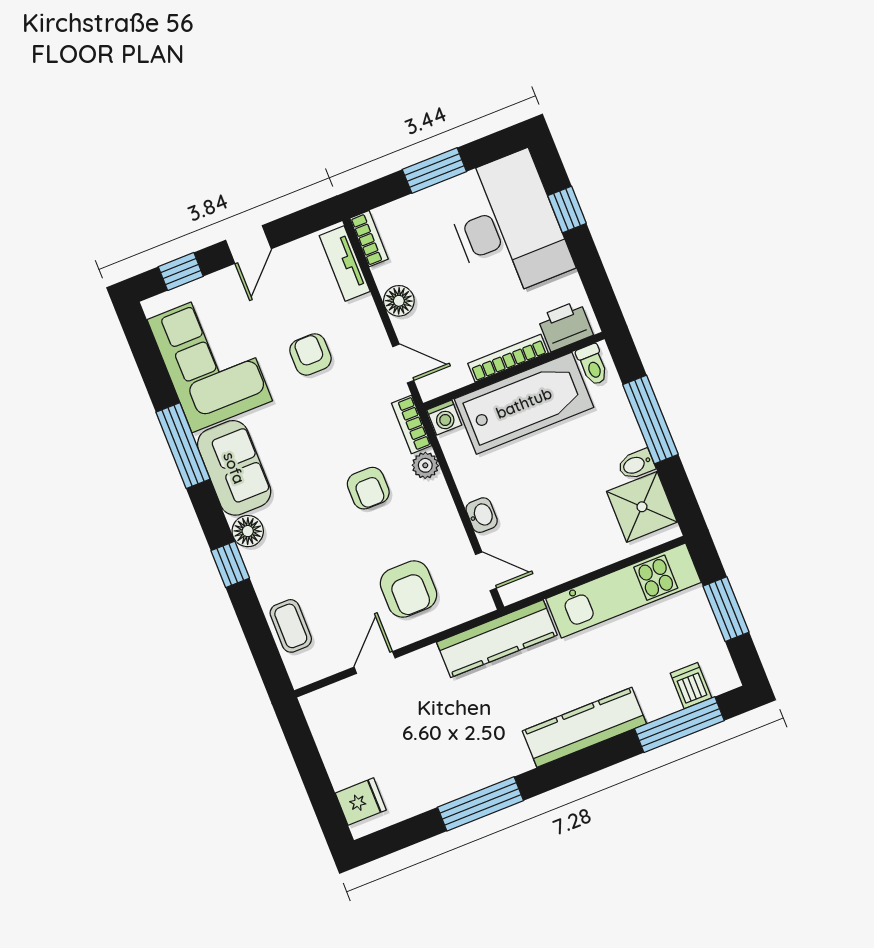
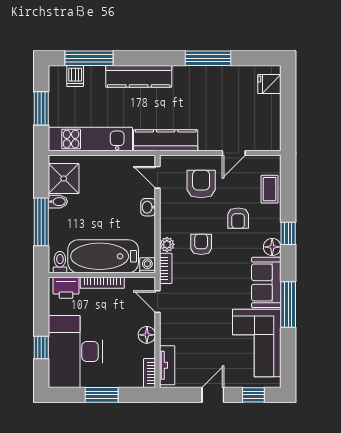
armchair: (310, 354) -> (238, 218), moved

